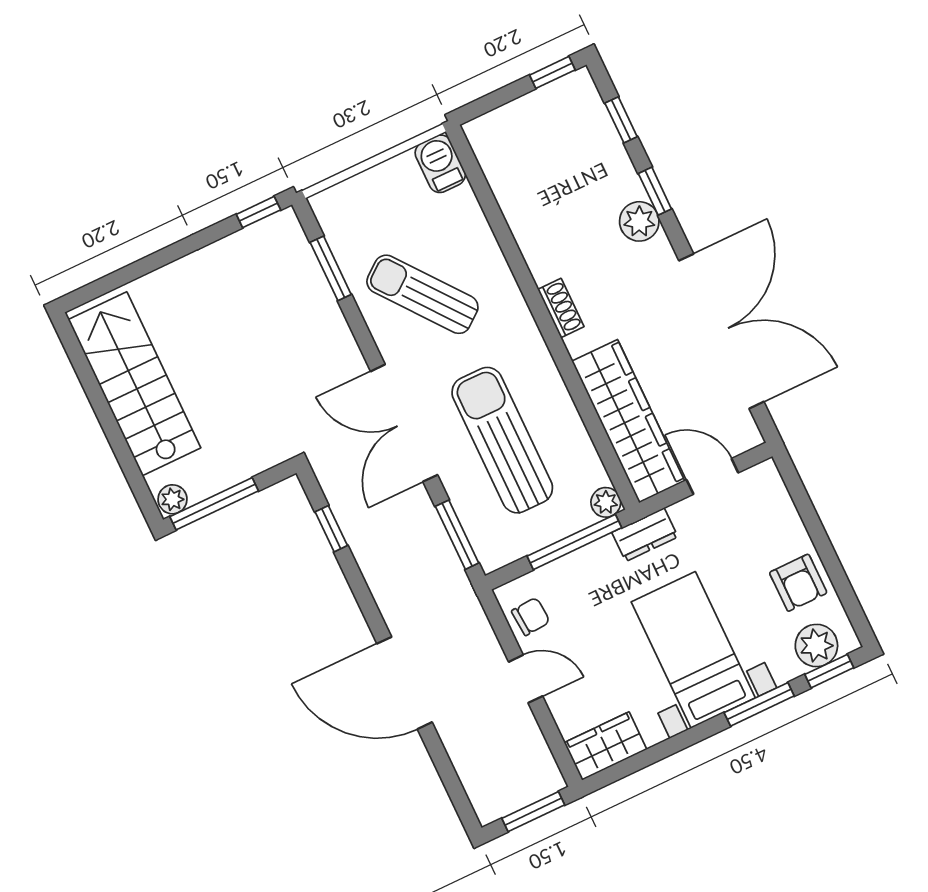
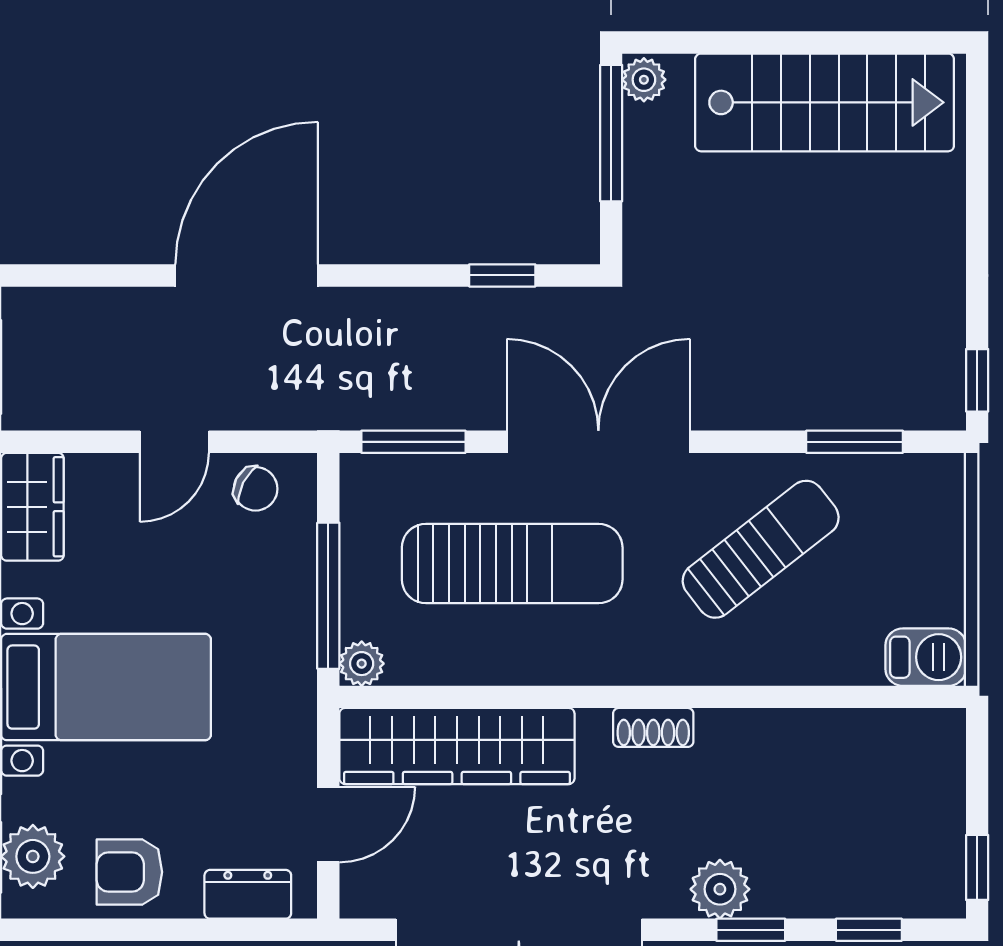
dresser: (645, 535) -> (248, 894), moved, turned 90
chair: (531, 616) -> (256, 489), turned -59

